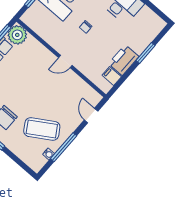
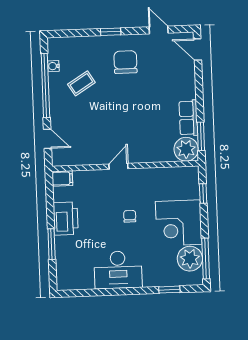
filing cabinet: (112, 76) -> (62, 178), moved
coffee table: (42, 129) -> (81, 83), width x0.54, depth x0.58
window: (64, 147) -> (45, 85), width x1.46

